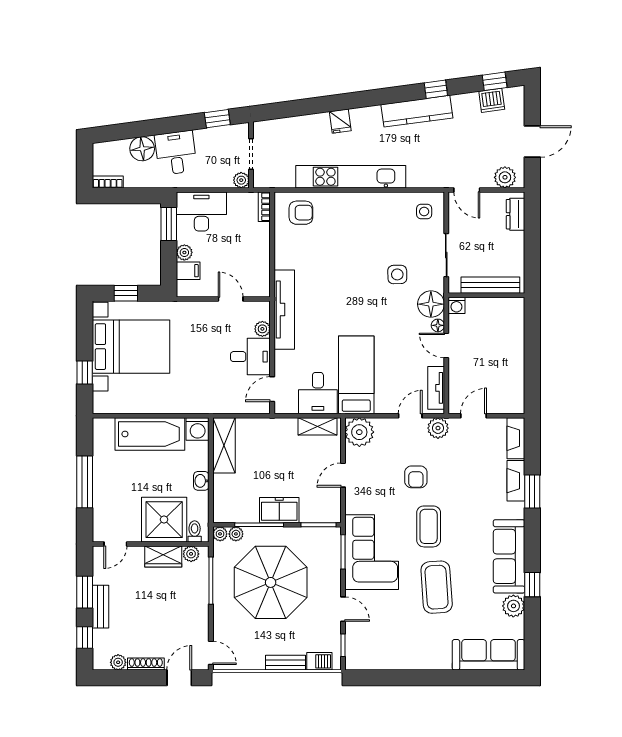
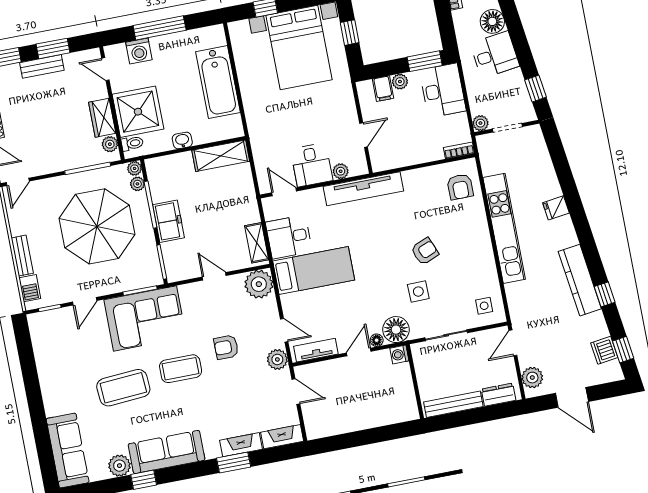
armchair: (358, 260) -> (425, 251), added
bench: (490, 285) -> (453, 404), moved, turned 90
washing machine: (198, 429) -> (139, 51), moved, turned -90

